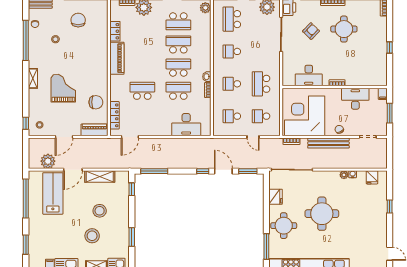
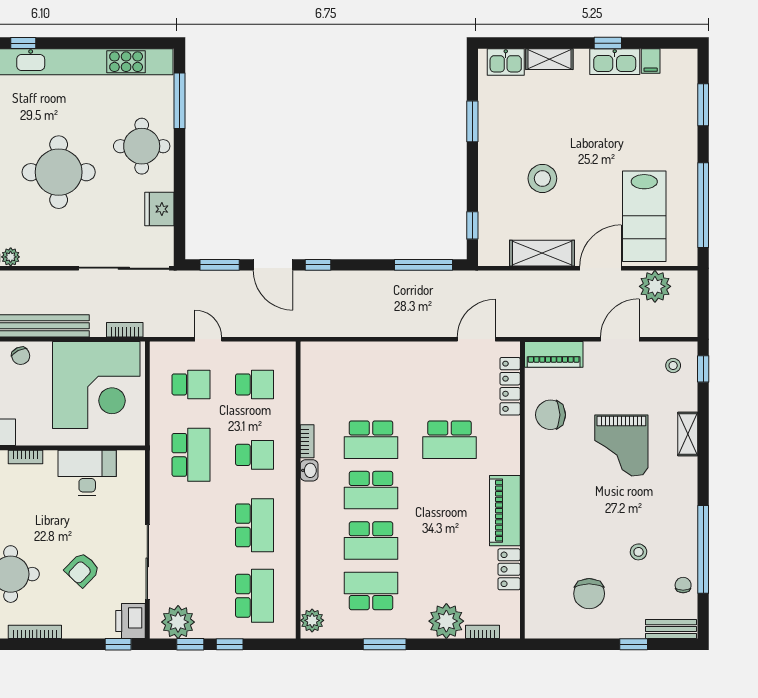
school desk: (232, 51) -> (255, 525), width x1.85
shelving: (33, 78) -> (688, 434), moved
desk: (186, 125) -> (354, 366), removed
stool: (92, 236) -> (559, 124), removed

